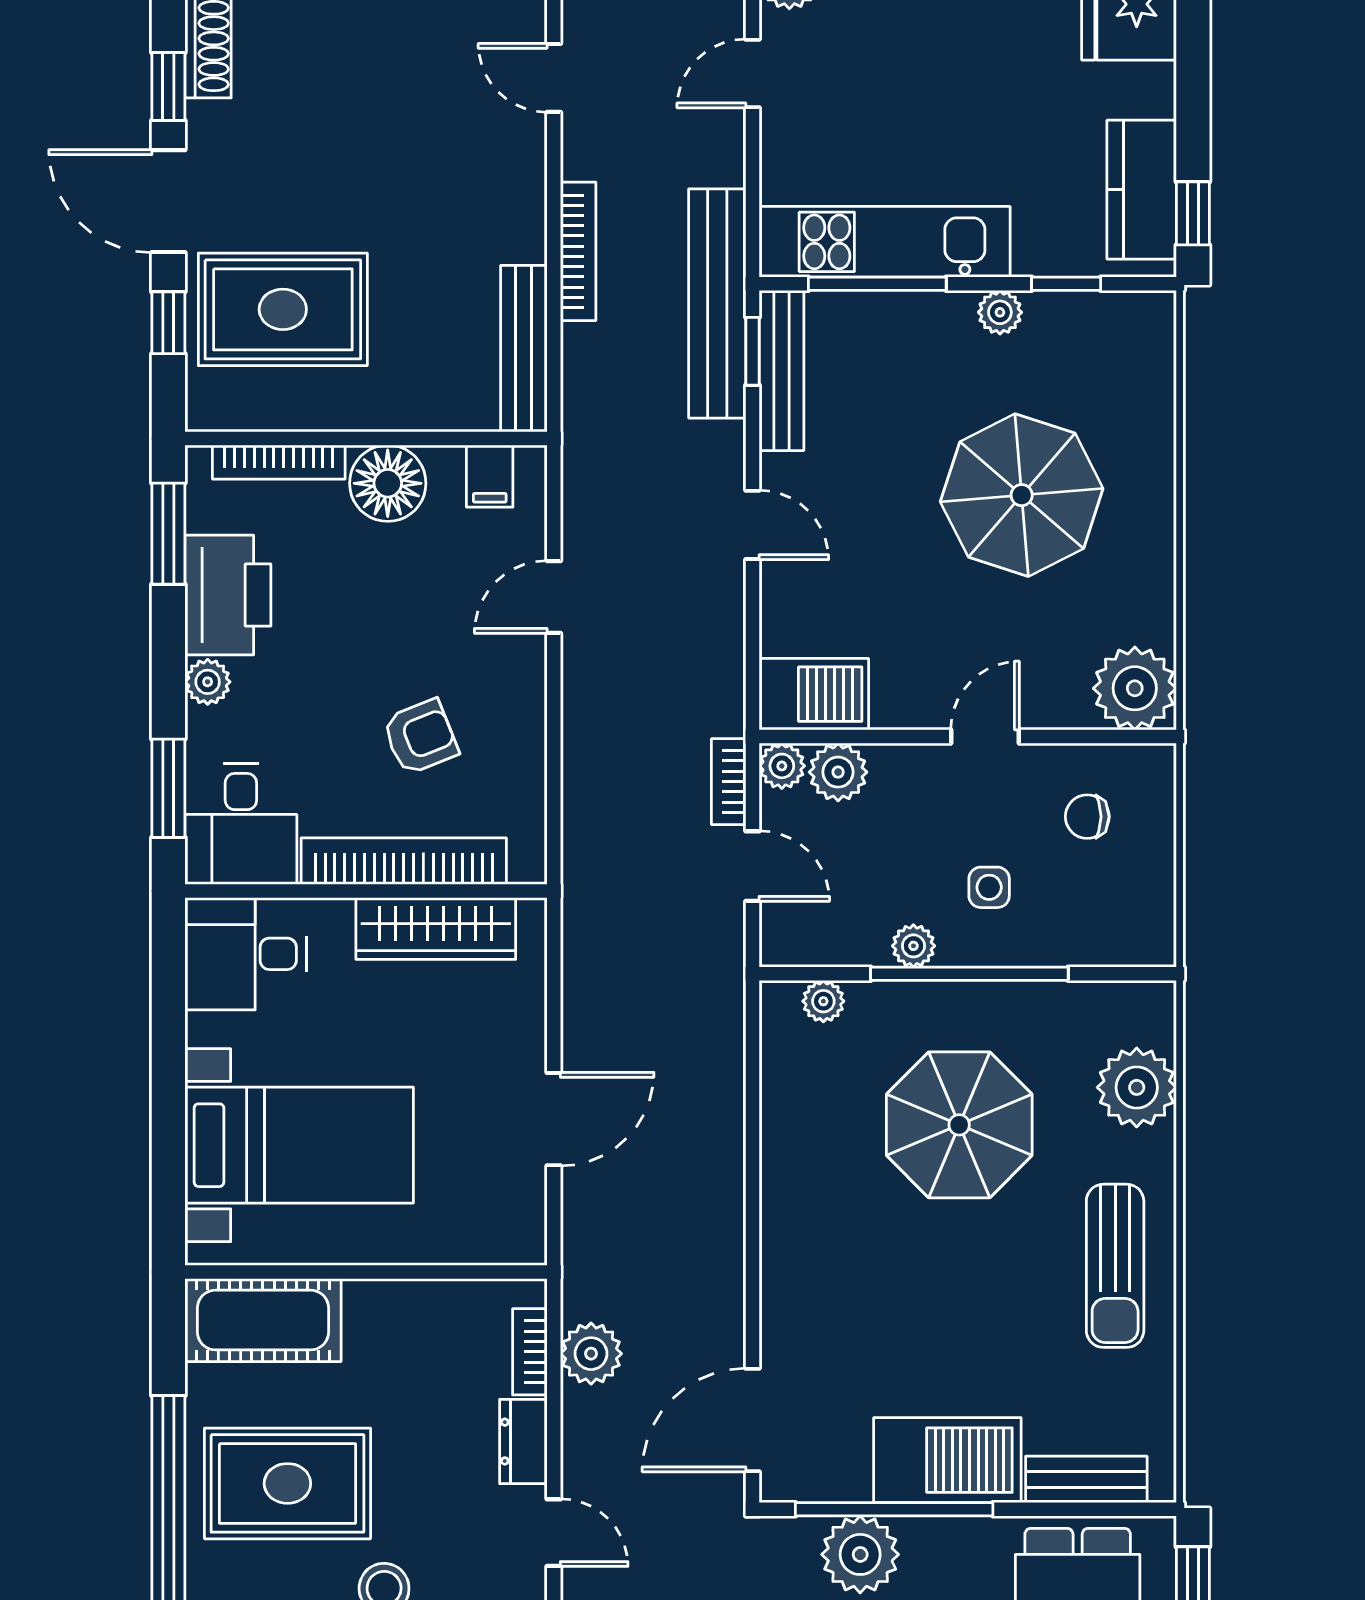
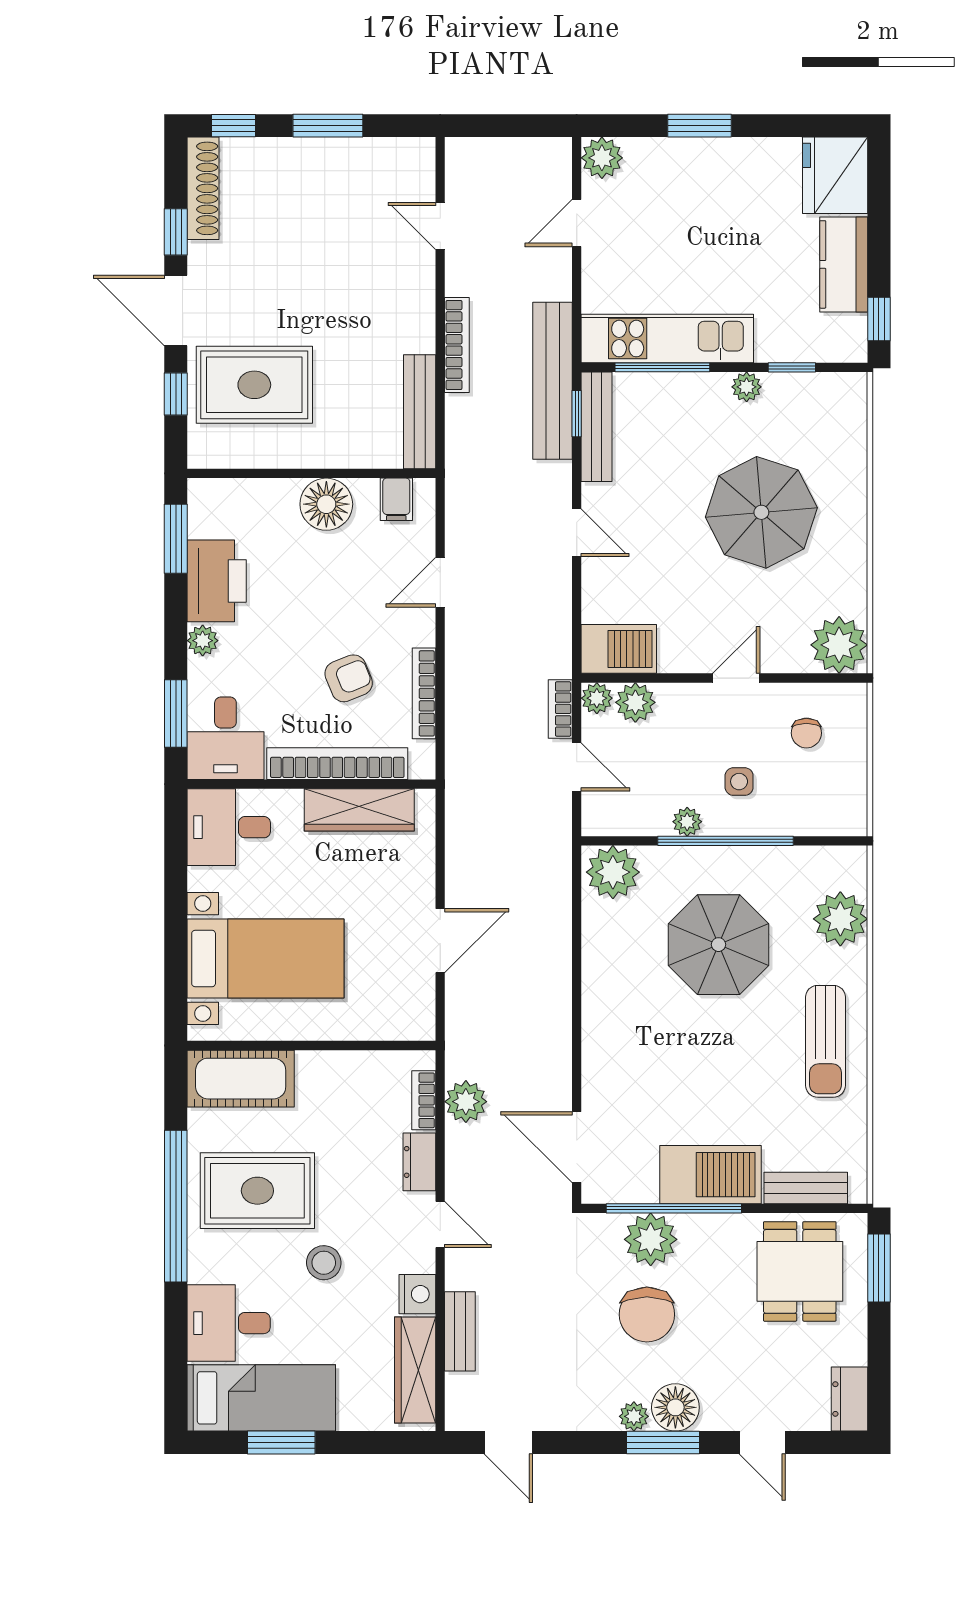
kitchen counter: (1142, 190) -> (844, 264), moved
bookcase: (279, 462) -> (424, 693), moved, turned 90
chair: (1087, 817) -> (806, 733), turned -90
plant: (823, 1001) -> (613, 872), width x1.87, depth x1.87
door: (752, 1420) -> (577, 1147), hinge flipped

